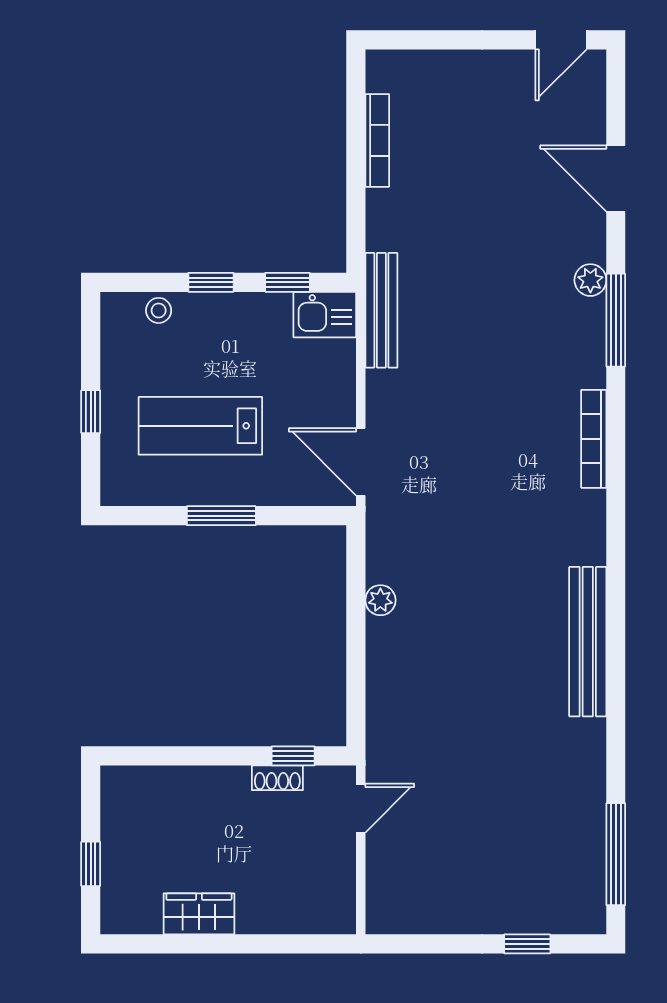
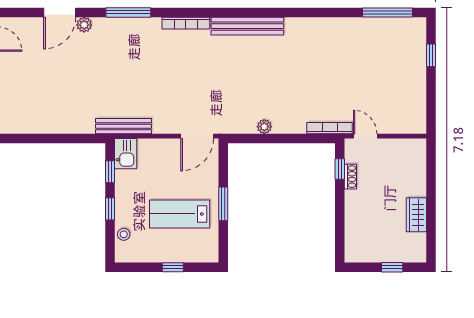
bookcase: (377, 140) -> (330, 128), moved
plant: (590, 280) -> (84, 25), moved
lab bench: (200, 426) -> (180, 214), turned 90
bench: (588, 642) -> (247, 26), moved

